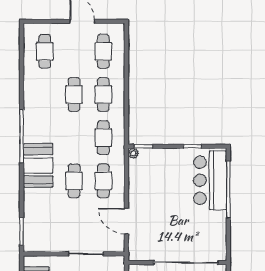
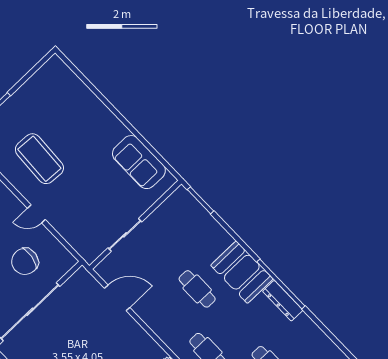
dresser: (30, 125) -> (283, 301), added
cafe table: (103, 181) -> (171, 314), removed

